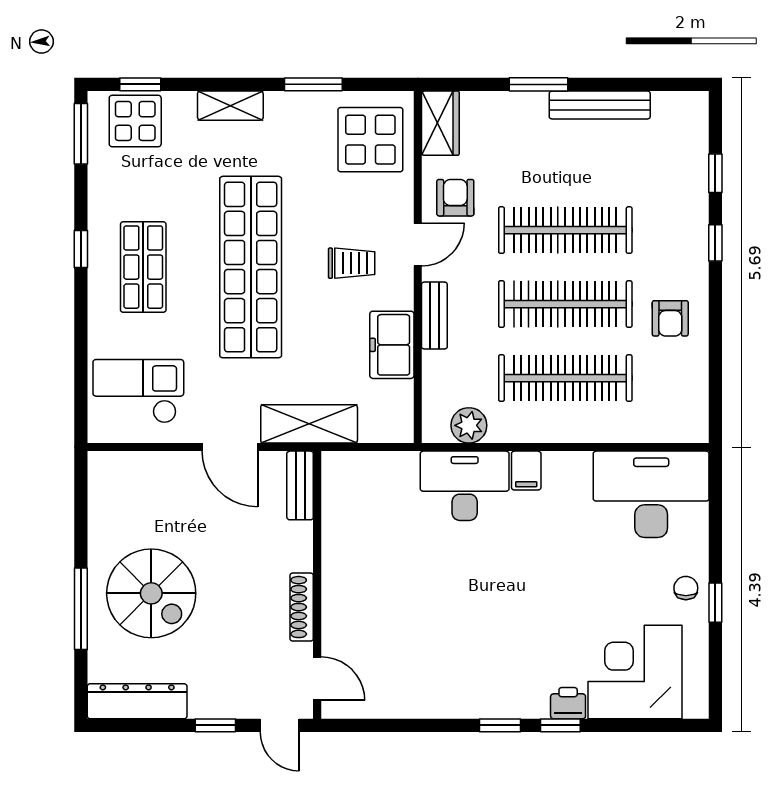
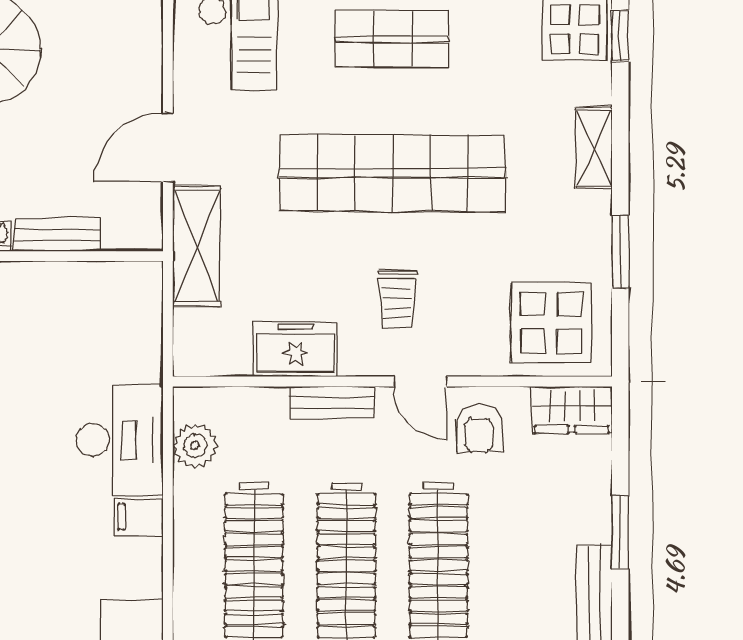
armchair: (455, 198) -> (479, 428), turned 90
bench: (300, 485) -> (57, 235), moved

